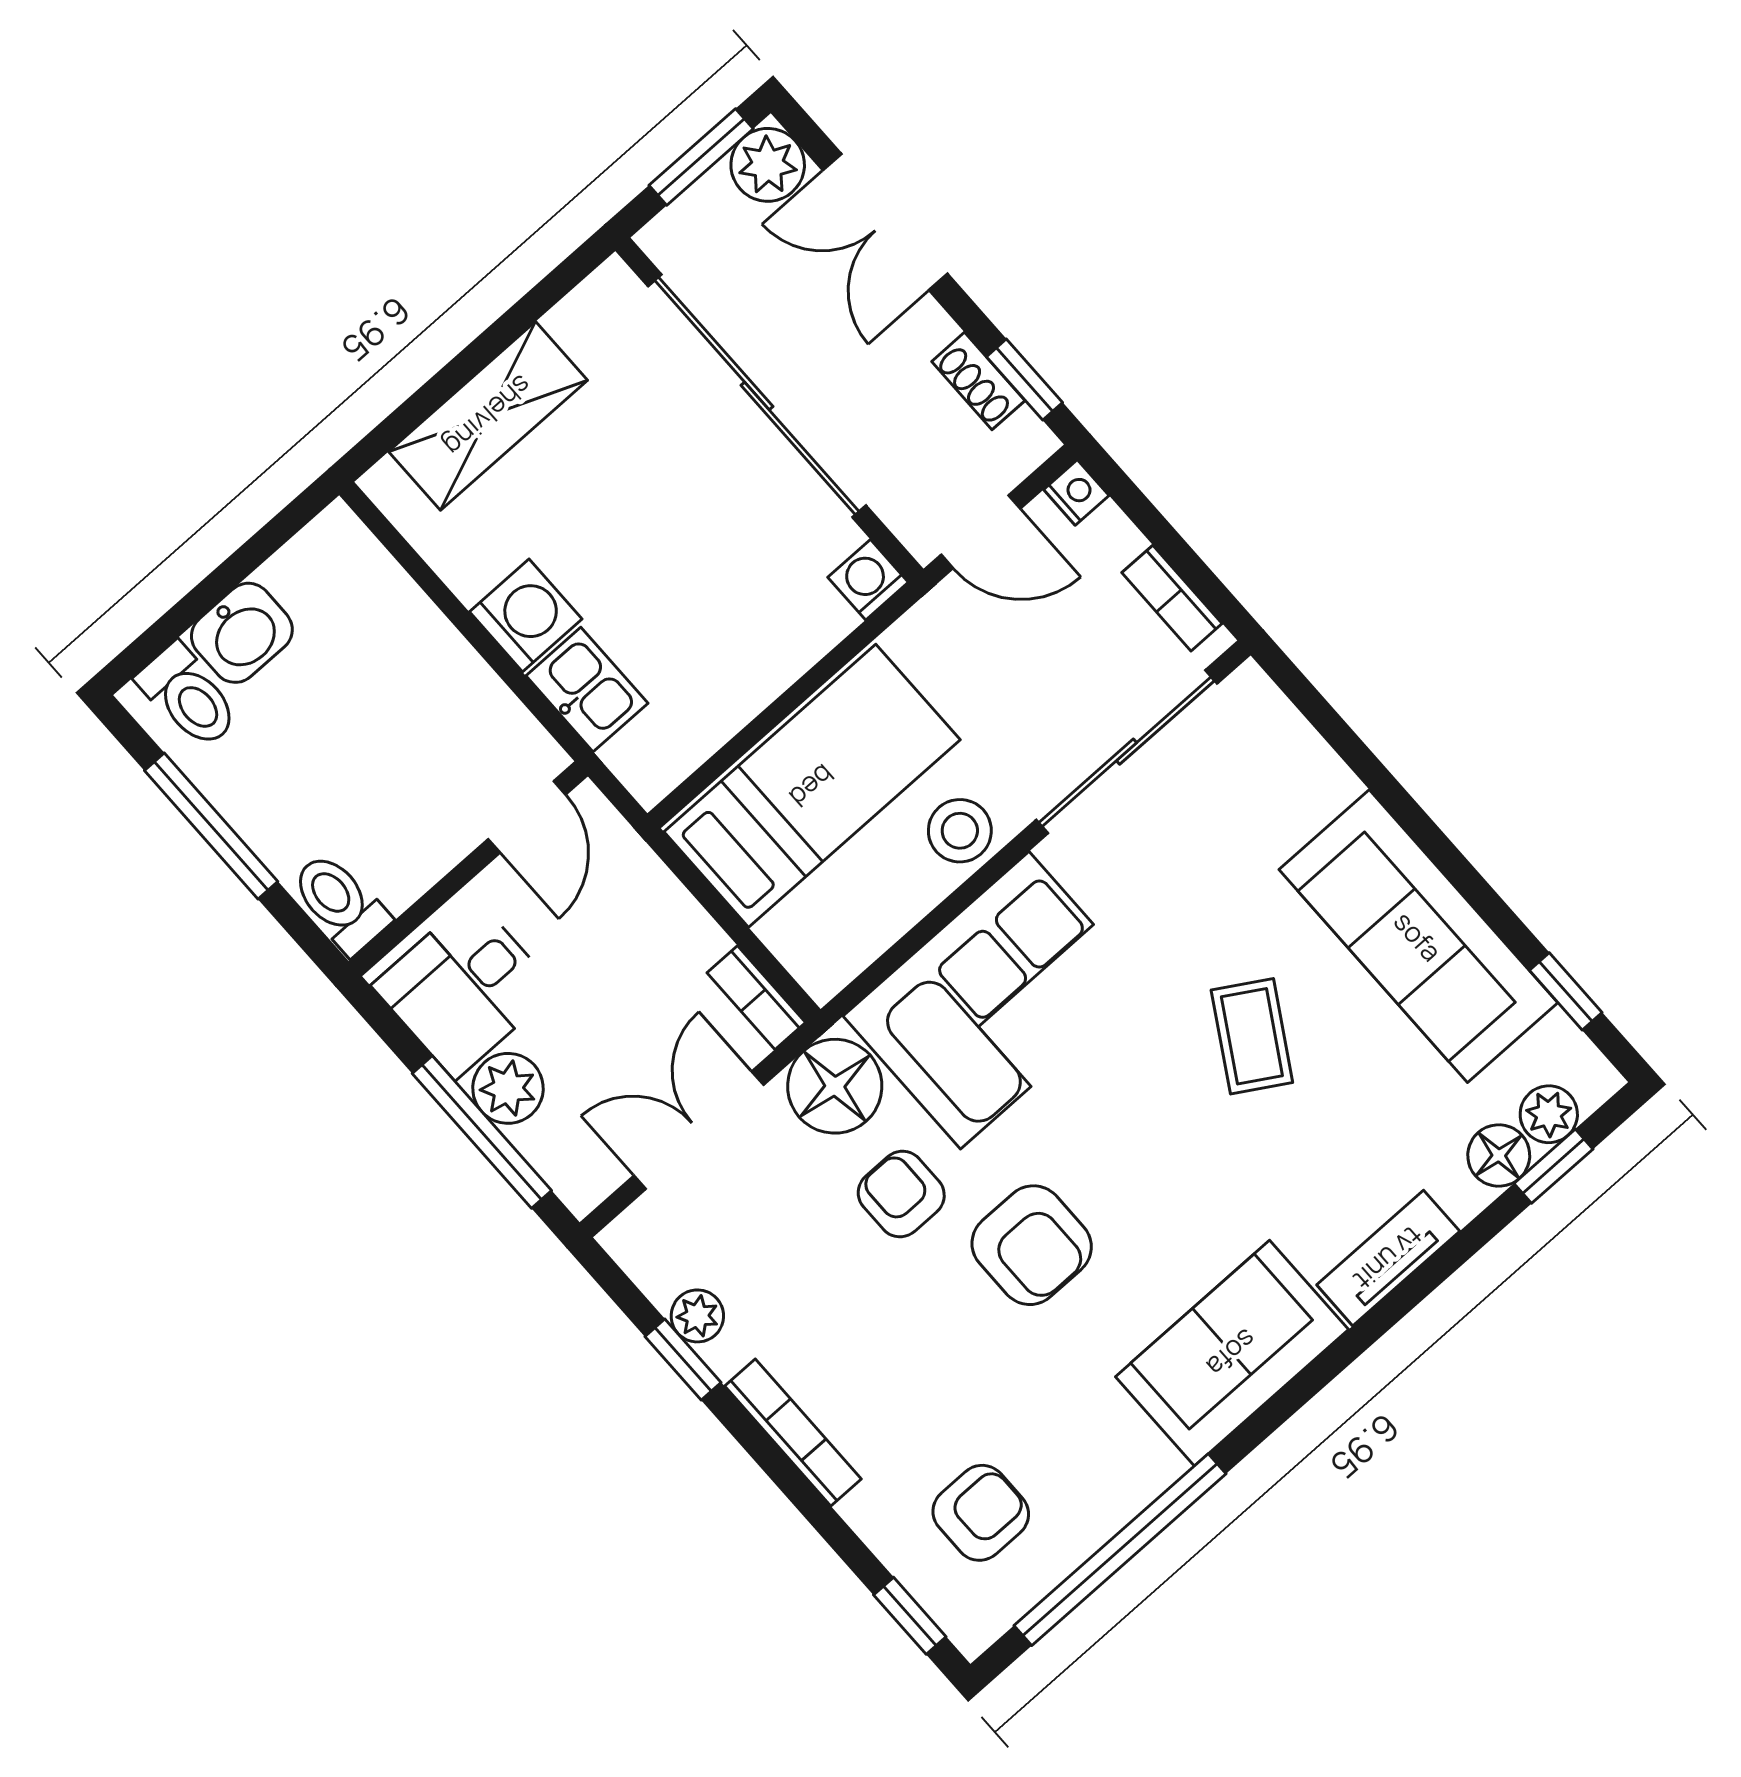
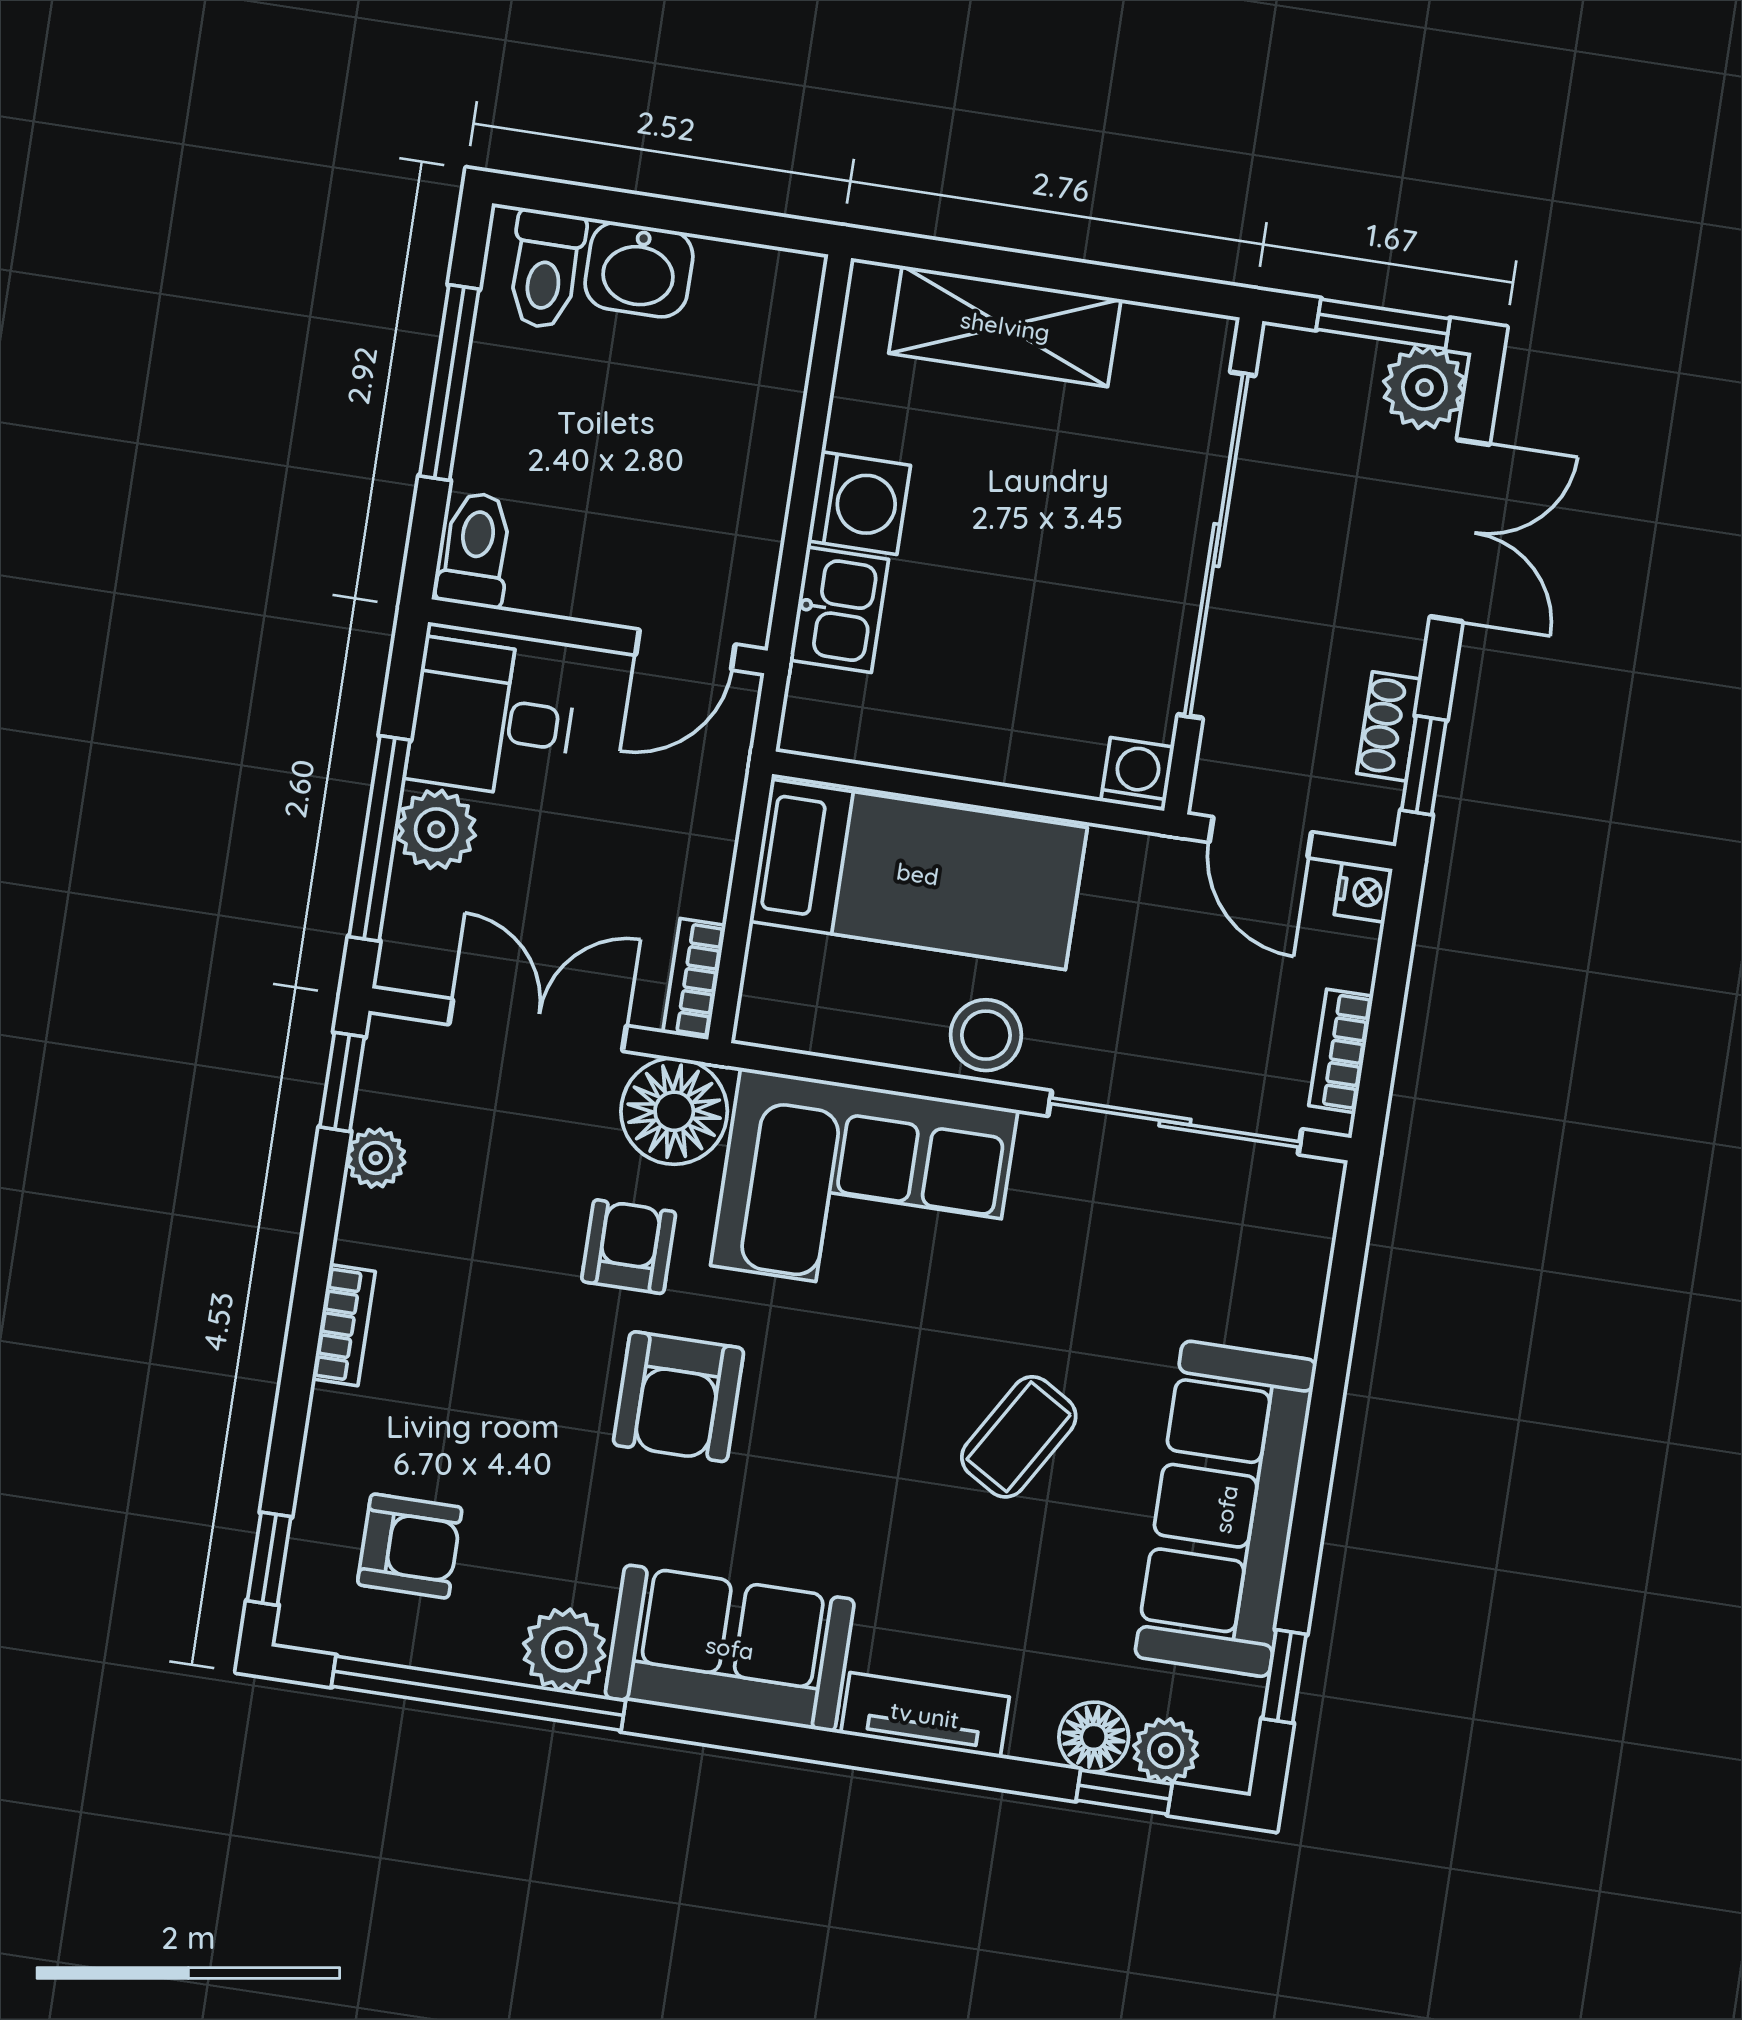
double door: (885, 222) -> (1460, 531), swing flipped
window: (683, 1359) -> (342, 1082), moved
bookcase: (793, 1433) -> (344, 1325), width x0.64
plant: (1139, 1466) -> (564, 1650), added

